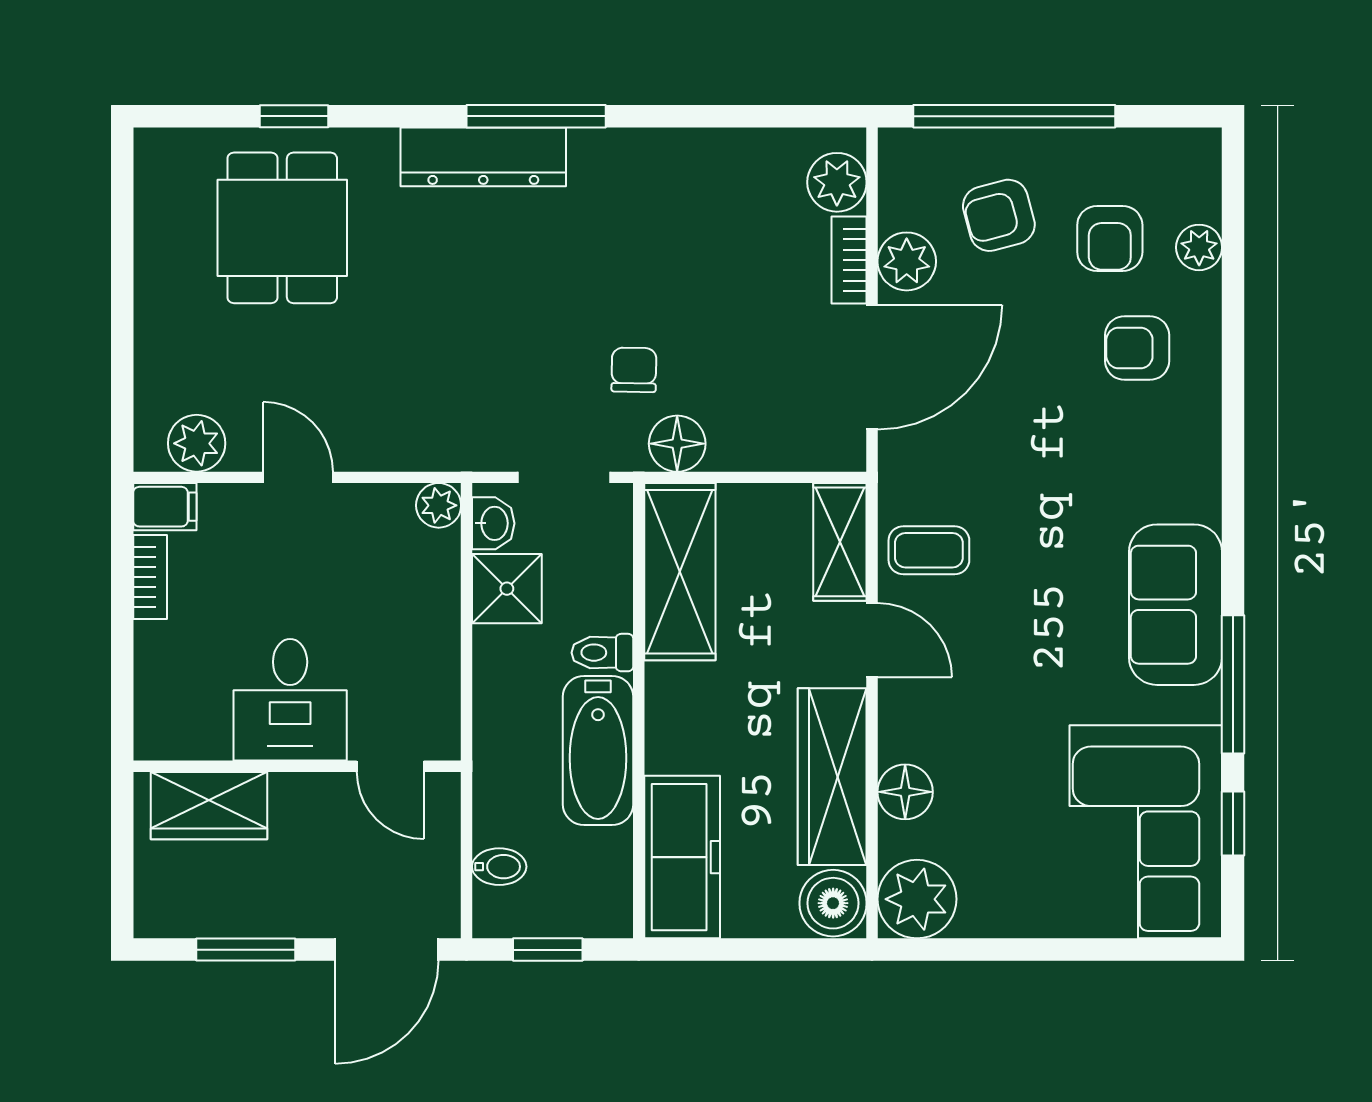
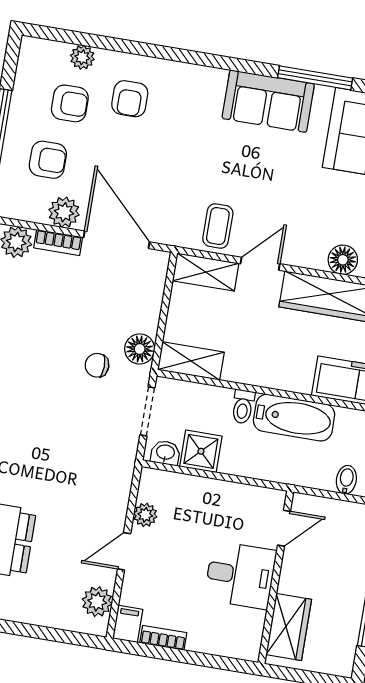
armchair: (999, 215) -> (48, 160), turned -75
plant: (439, 505) -> (145, 515), moved
shelving: (680, 572) -> (191, 361), width x0.67, depth x0.75

